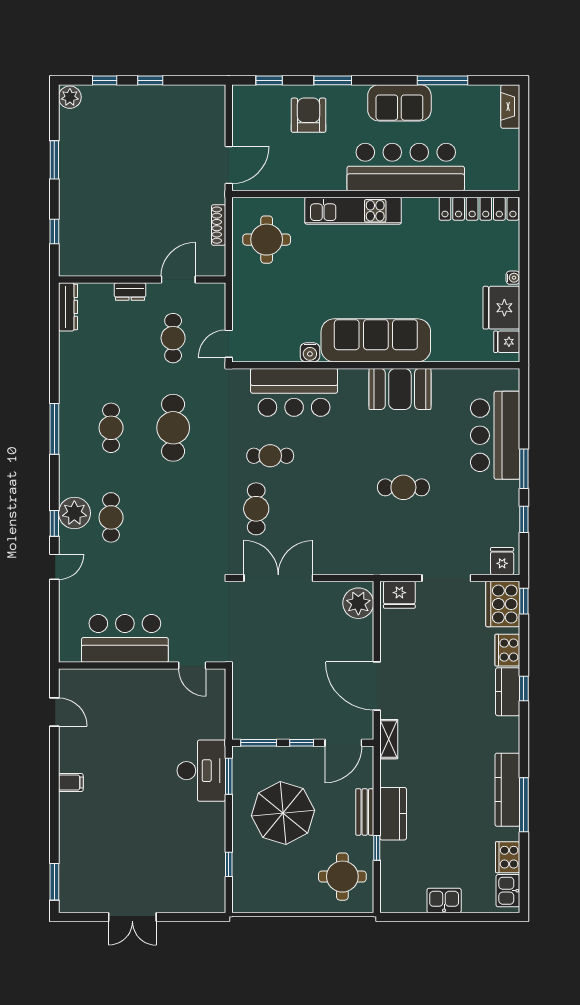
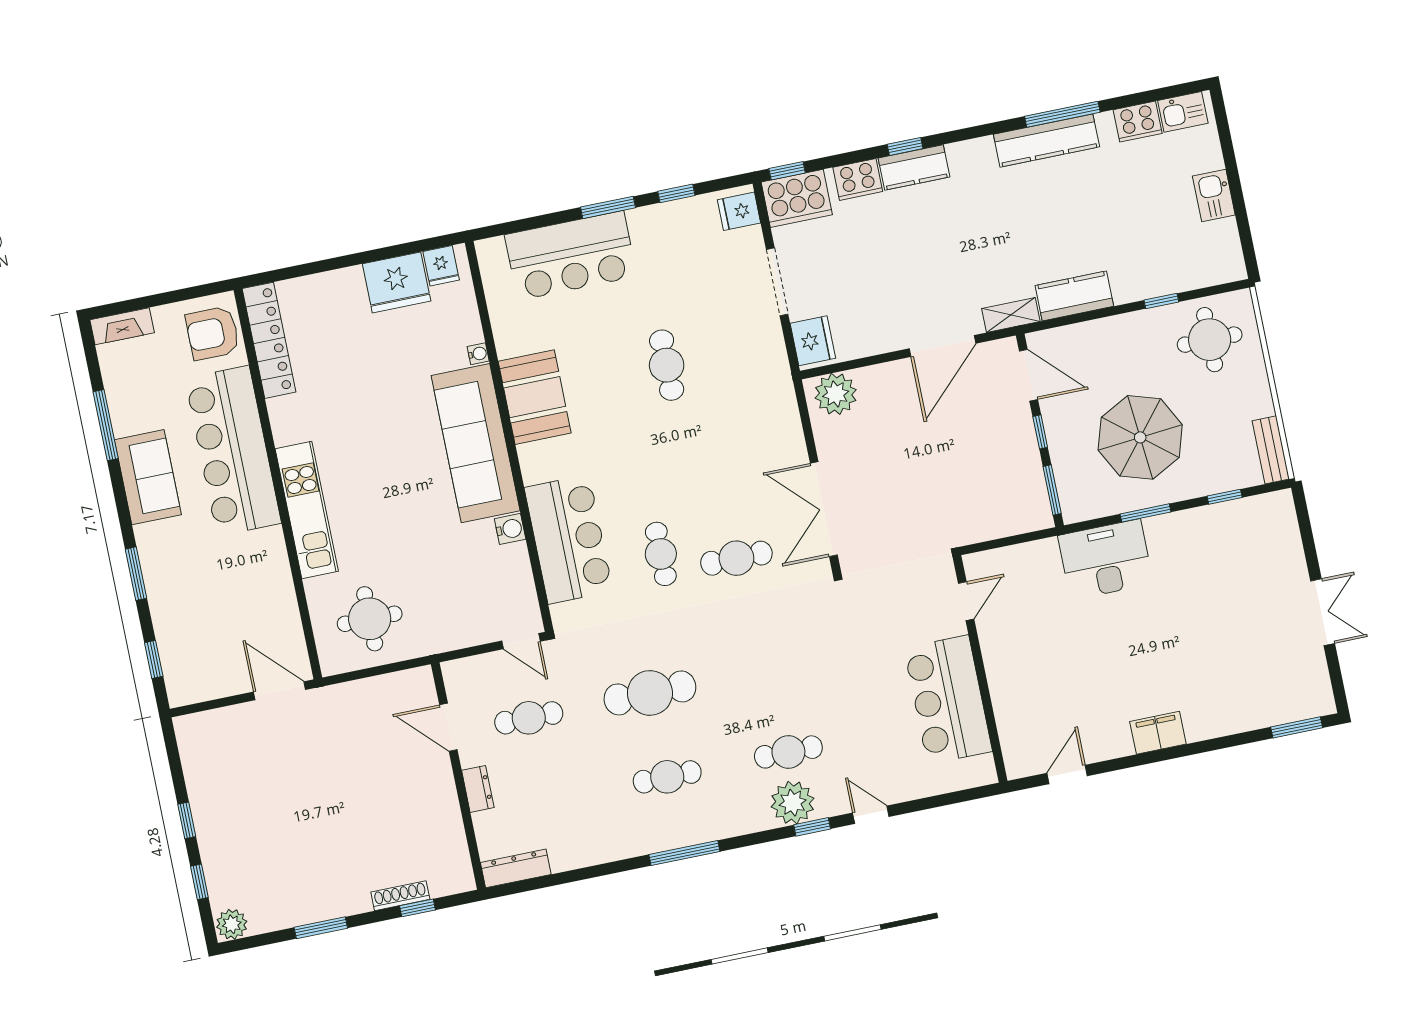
armchair: (309, 115) -> (213, 333), moved
shoe rack: (219, 225) -> (400, 896), moved, turned 180
water cooler: (513, 278) -> (478, 354), moved, turned 90
window: (229, 776) -> (1146, 513), moved
filing cabinet: (71, 783) -> (1158, 733), width x2.00
bench: (365, 812) -> (1271, 450), moved, turned 90
kitchen counter: (393, 814) -> (1074, 296), moved

